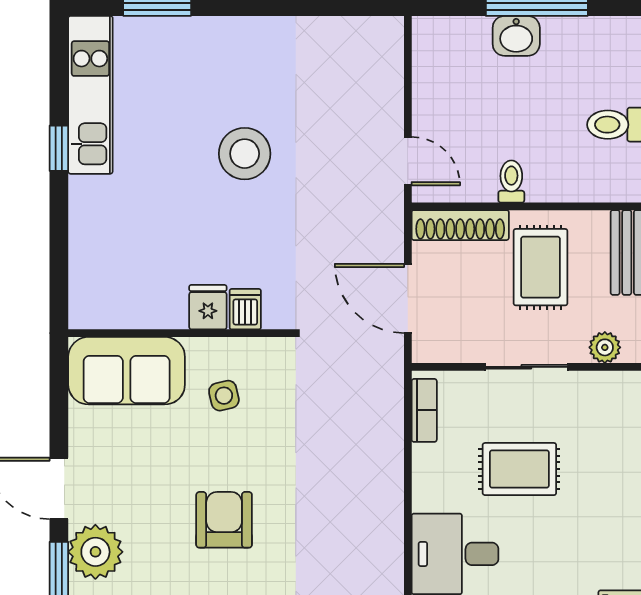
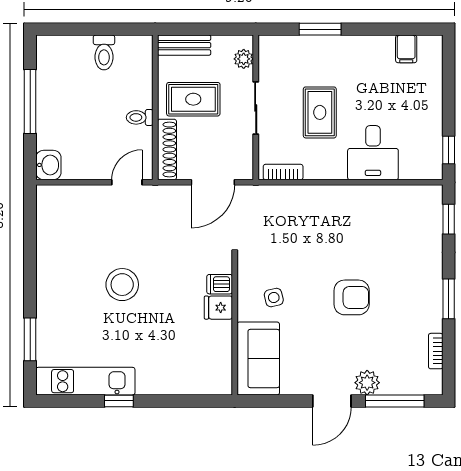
washbasin: (516, 36) -> (48, 165), moved
armchair: (224, 520) -> (352, 297), turned 180
plant: (95, 552) -> (367, 383), width x0.73, depth x0.73

